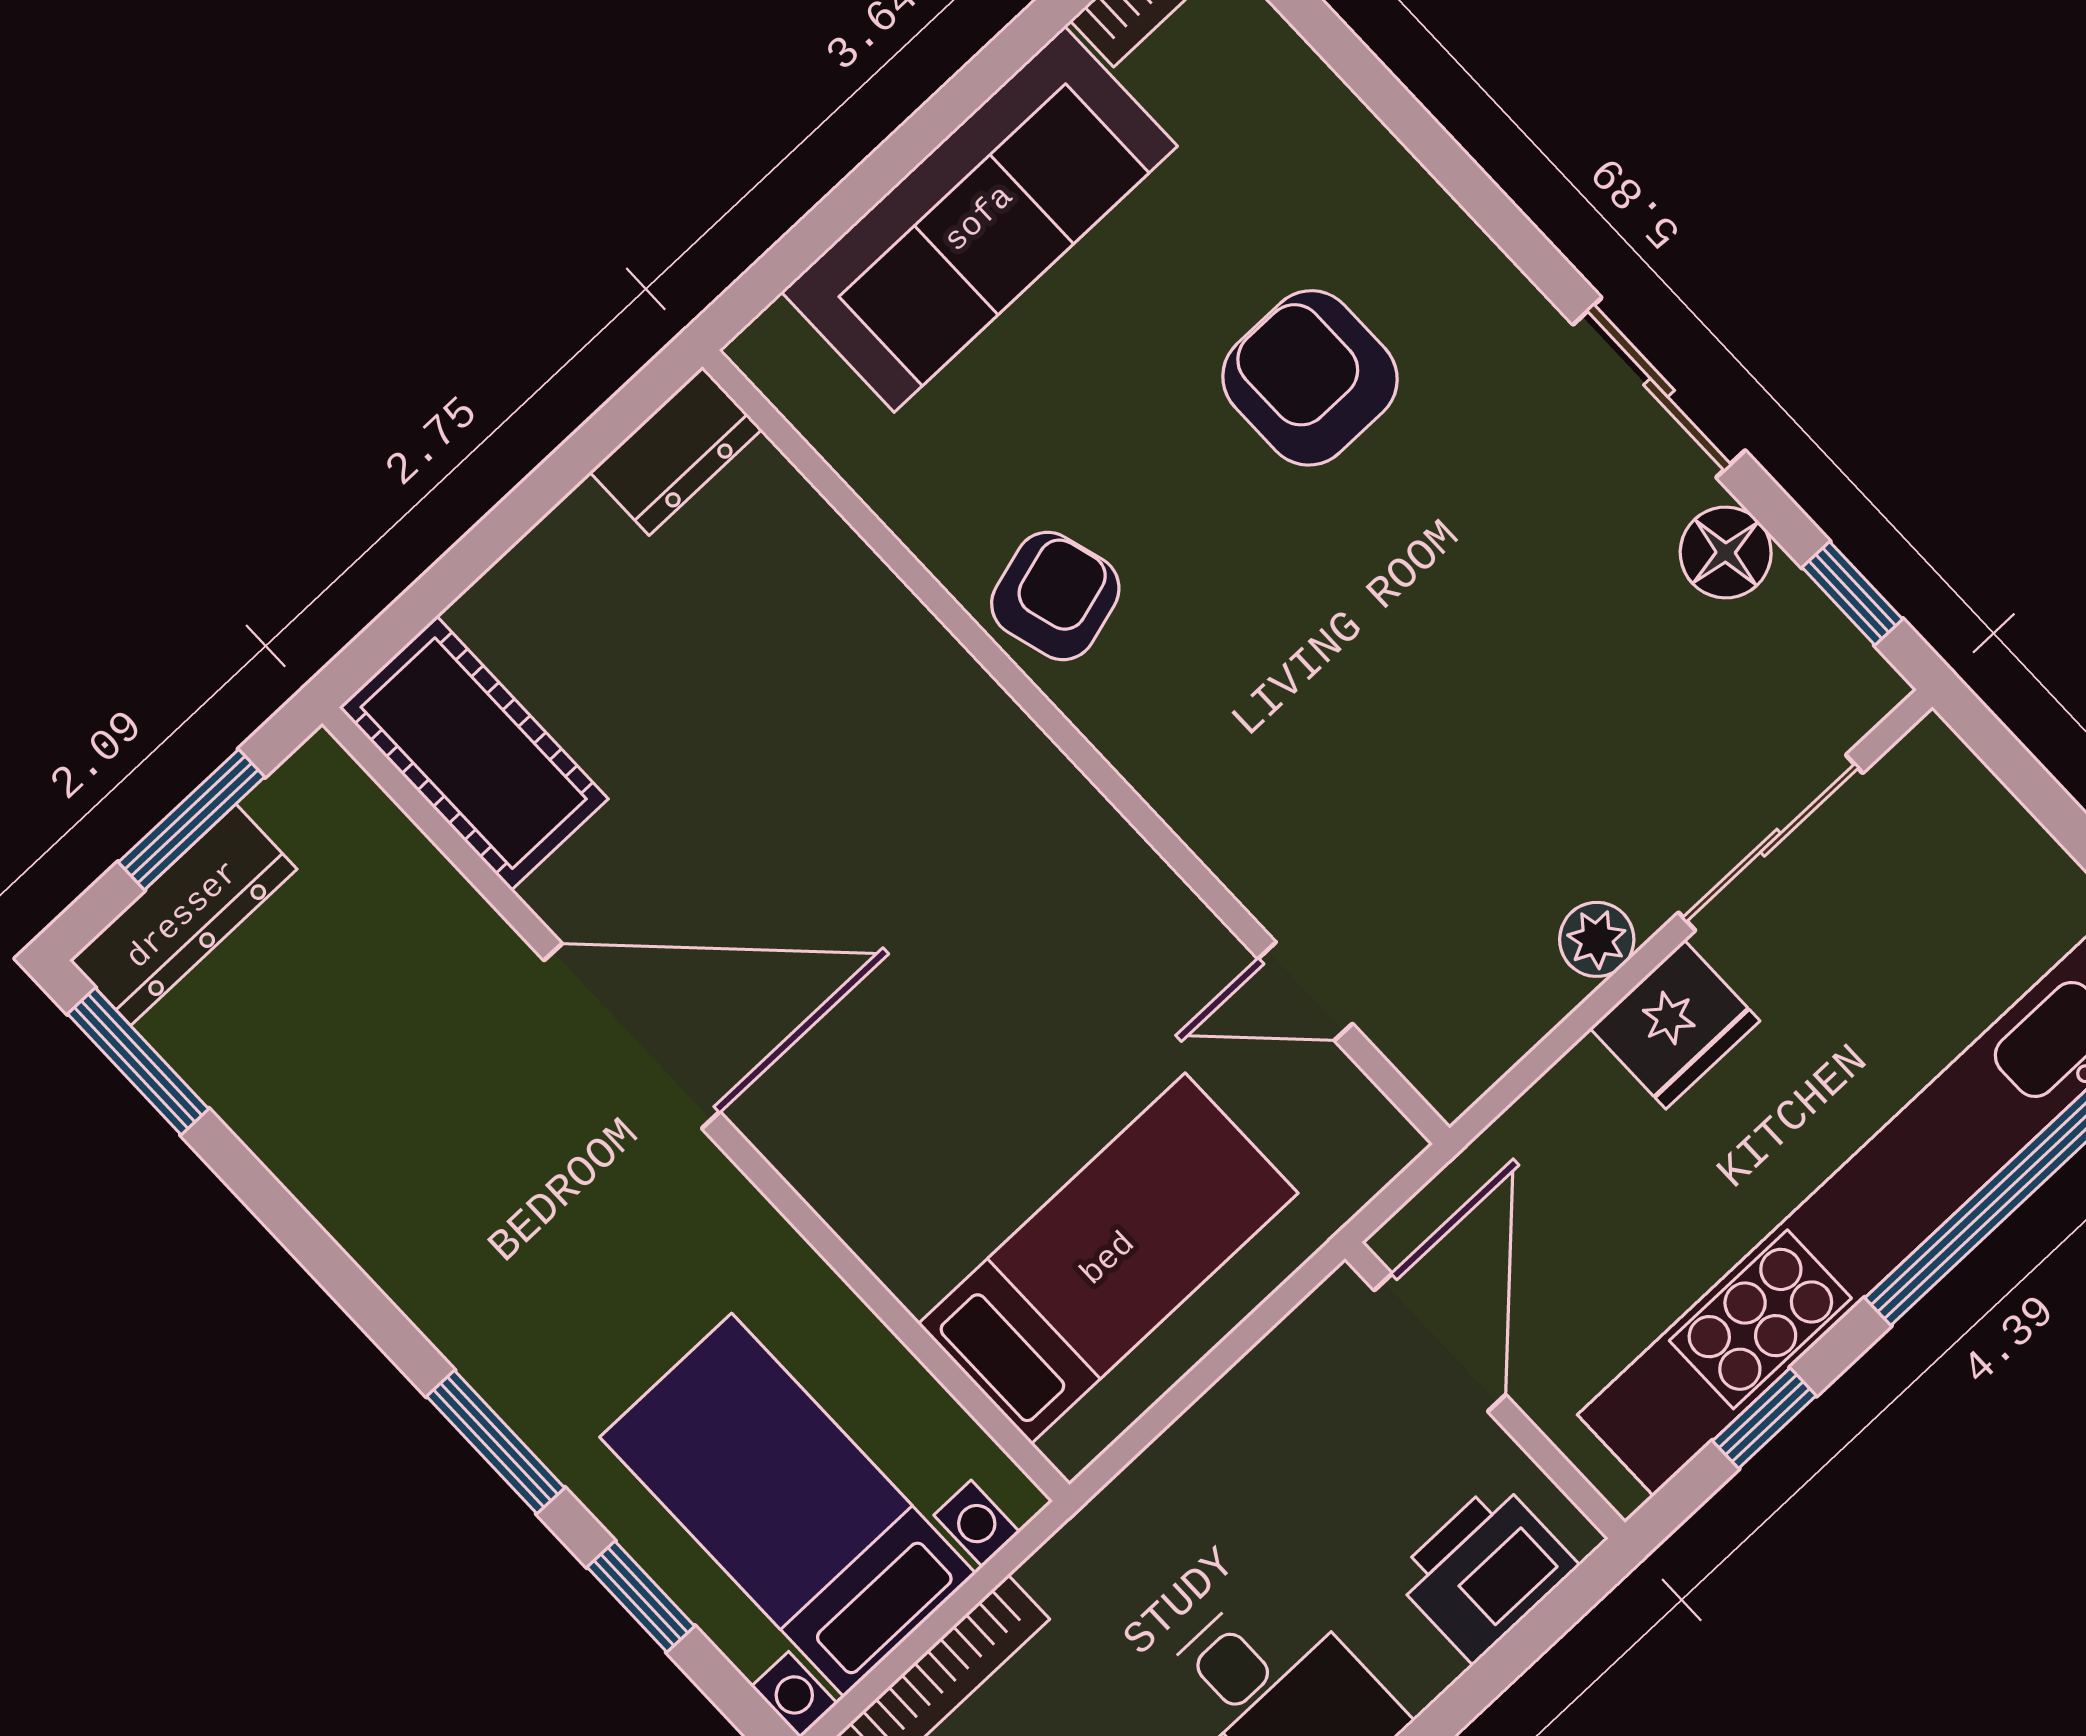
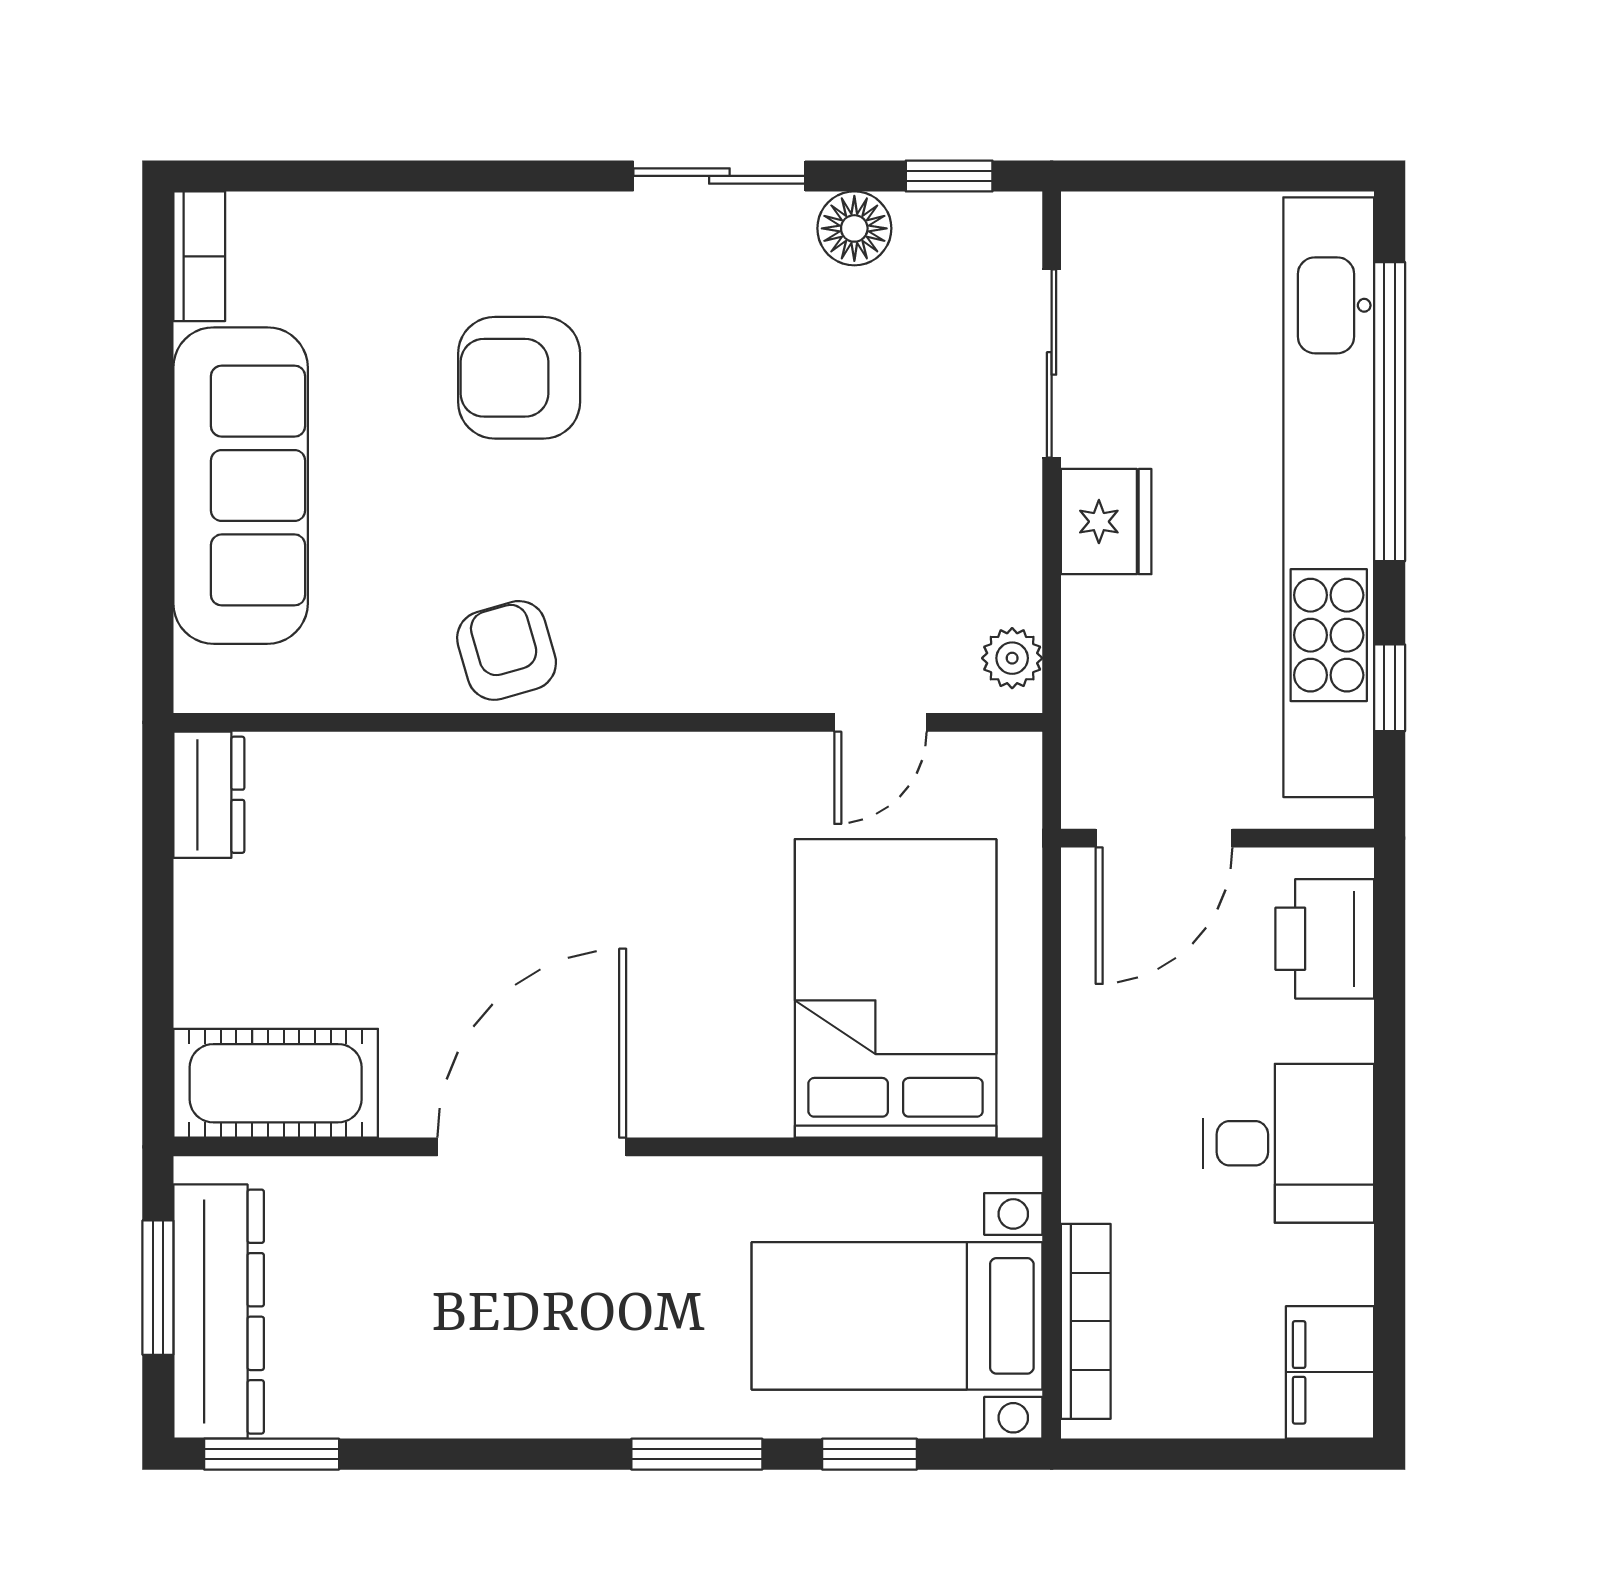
dresser: (183, 915) -> (219, 1312), width x1.37, depth x1.24
plant: (1597, 939) -> (1012, 658), moved
bed: (1108, 1259) -> (896, 988), width x1.50
door: (1440, 1343) -> (1164, 838), swing flipped

